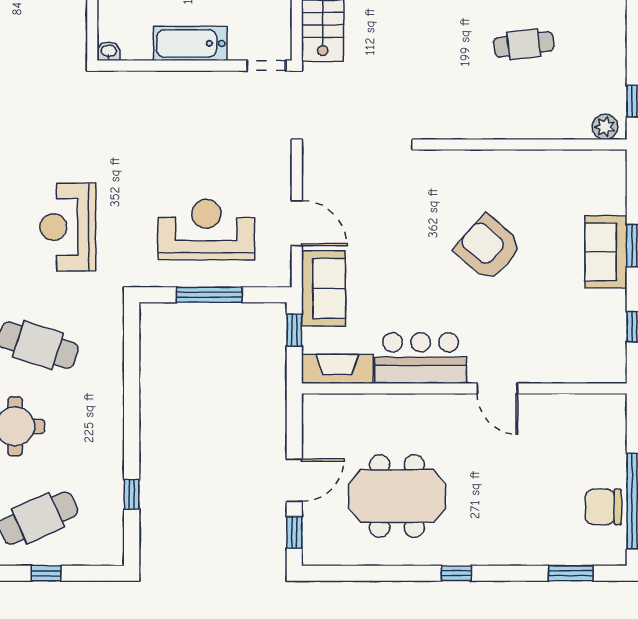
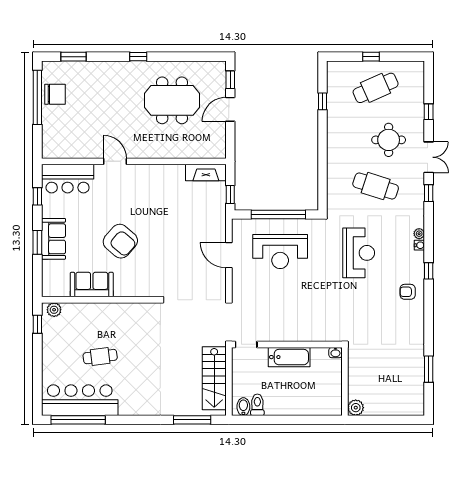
sofa: (324, 288) -> (92, 285), moved, turned 90
window: (209, 295) -> (278, 215), width x1.46
bar counter: (421, 358) -> (68, 179), moved

